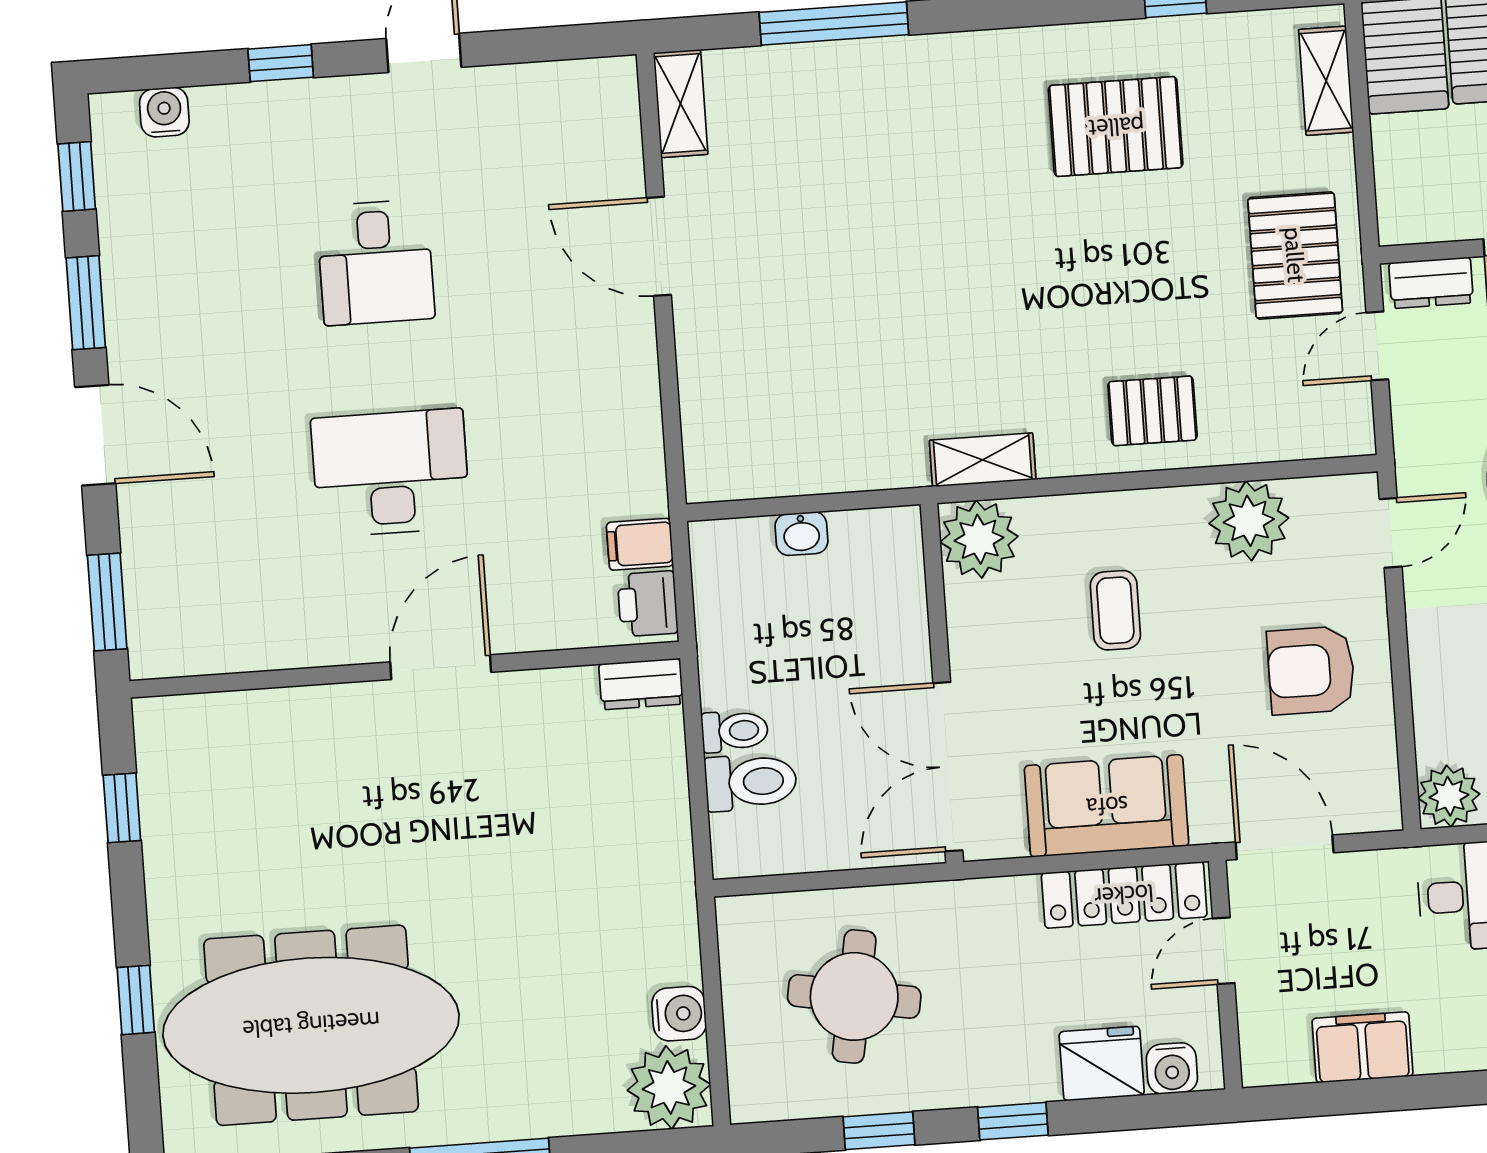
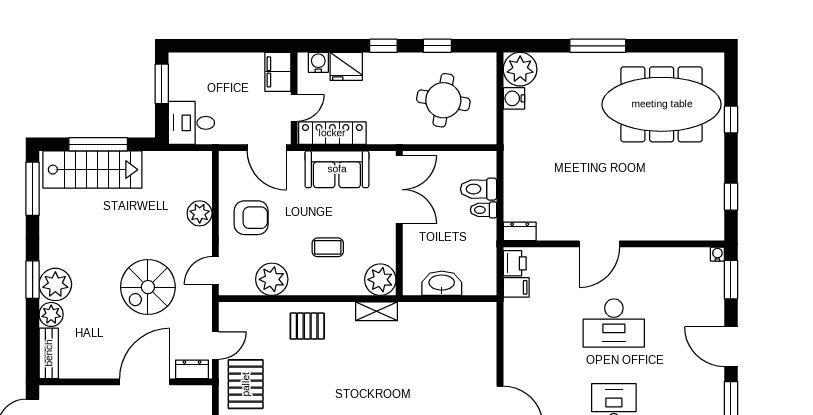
washbasin: (801, 534) -> (442, 283), width x1.91, depth x1.45
coffee table: (1115, 610) -> (328, 247), turned 90
water cooler: (145, 663) -> (717, 254), added
plant: (1449, 796) -> (200, 213), moved
filing cabinet: (1363, 1047) -> (278, 72), moved, turned 90

